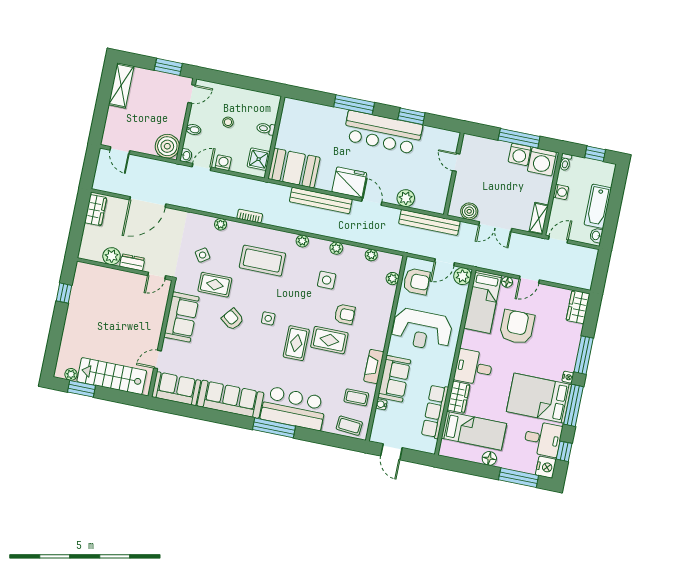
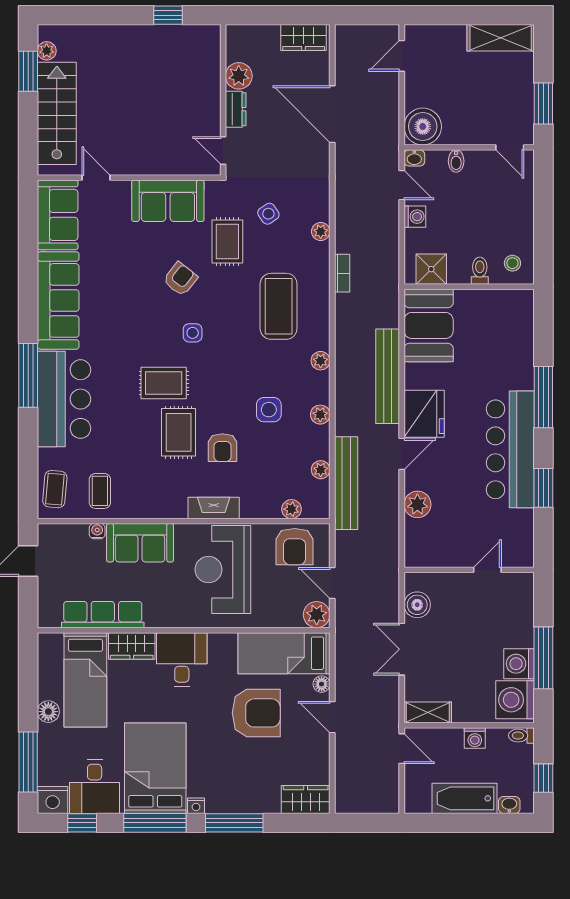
stool: (228, 122) -> (512, 263), moved
bench: (429, 222) -> (346, 483), moved
washbasin: (596, 235) -> (509, 805), moved
fireplace: (374, 366) -> (214, 508), moved

